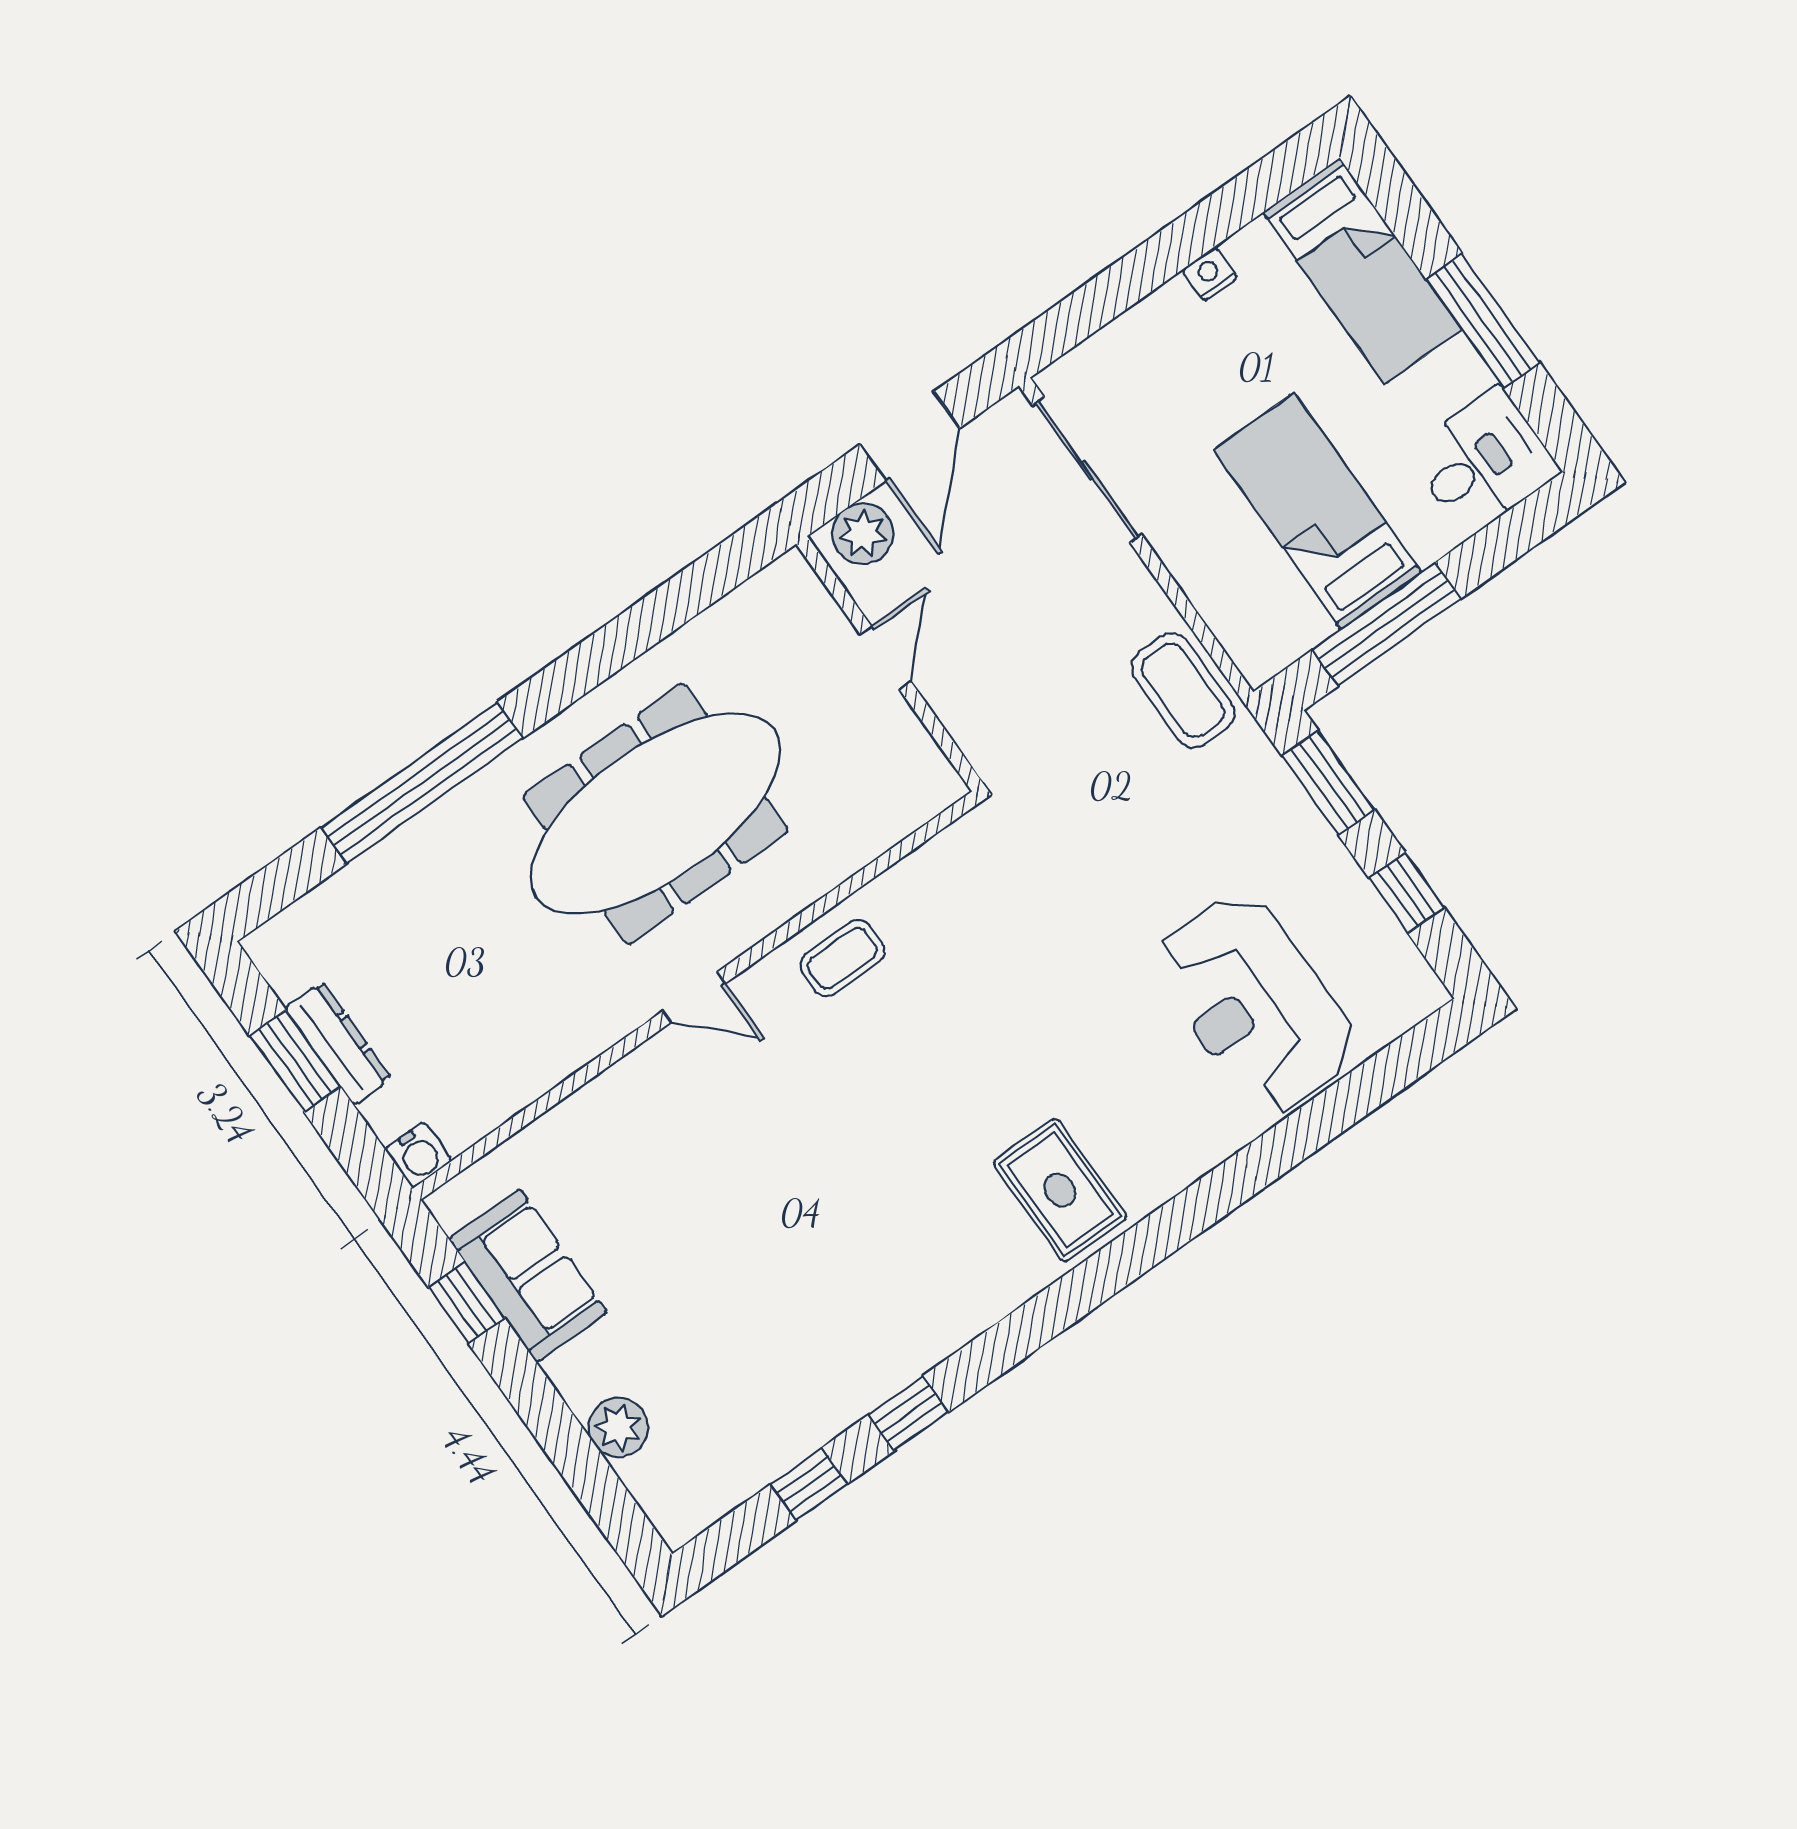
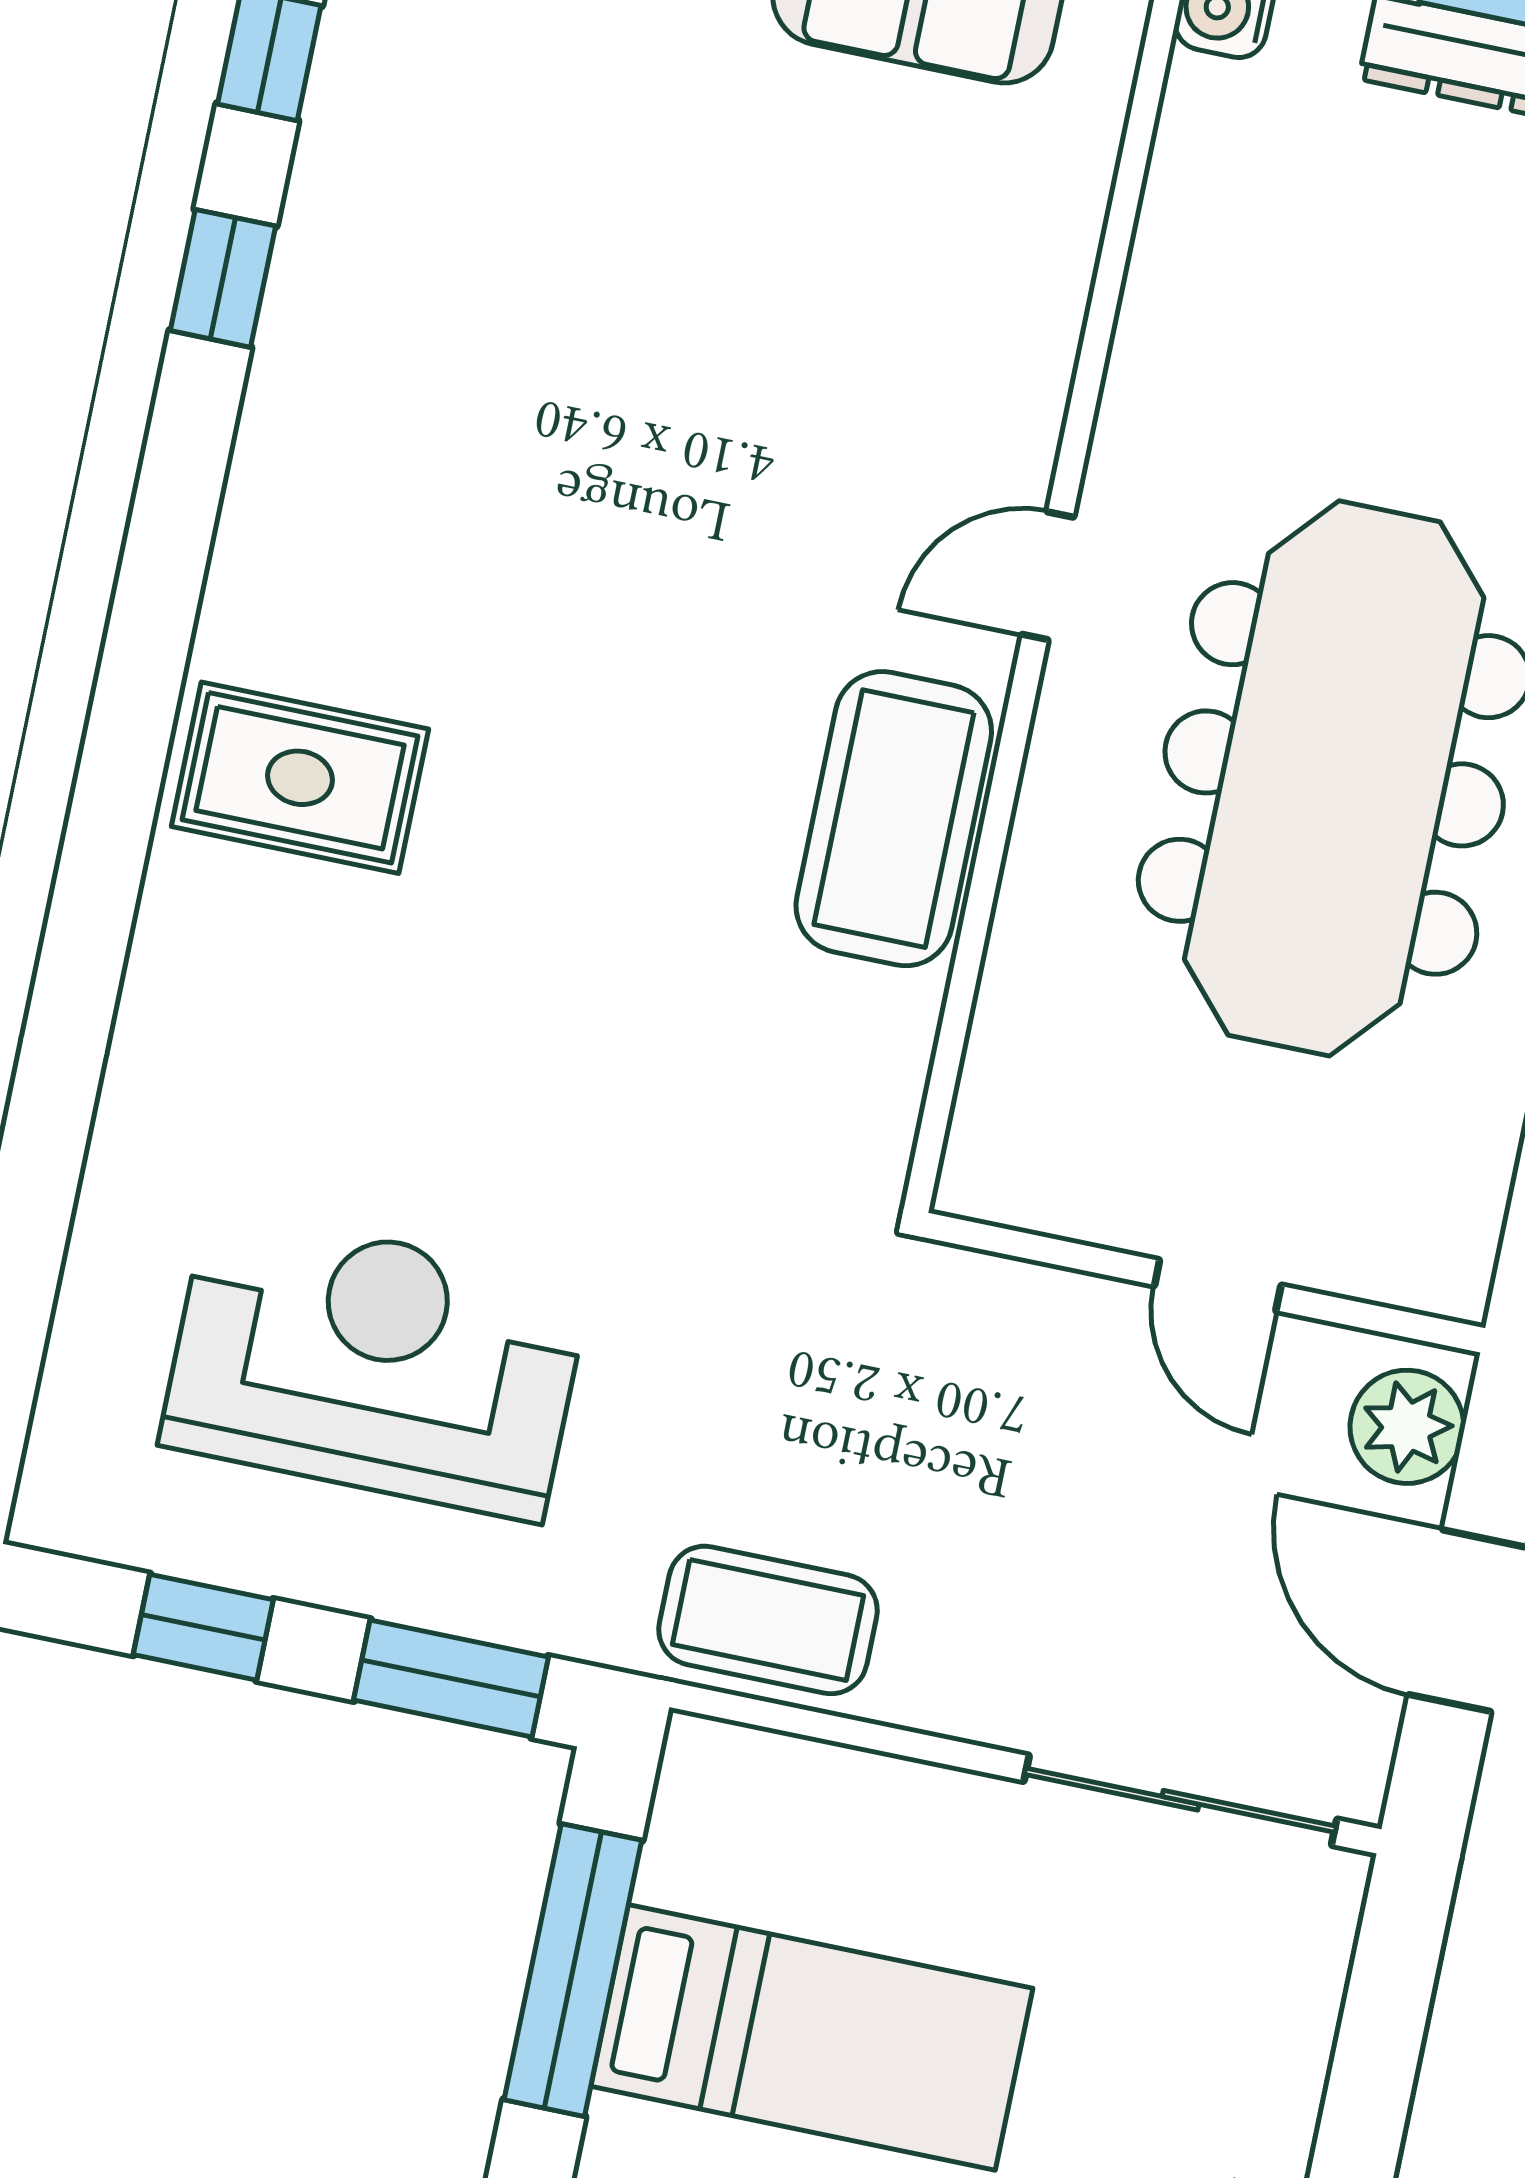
coffee table: (842, 958) -> (894, 819), width x1.86, depth x1.72
reception desk: (1255, 1004) -> (375, 1364), moved

